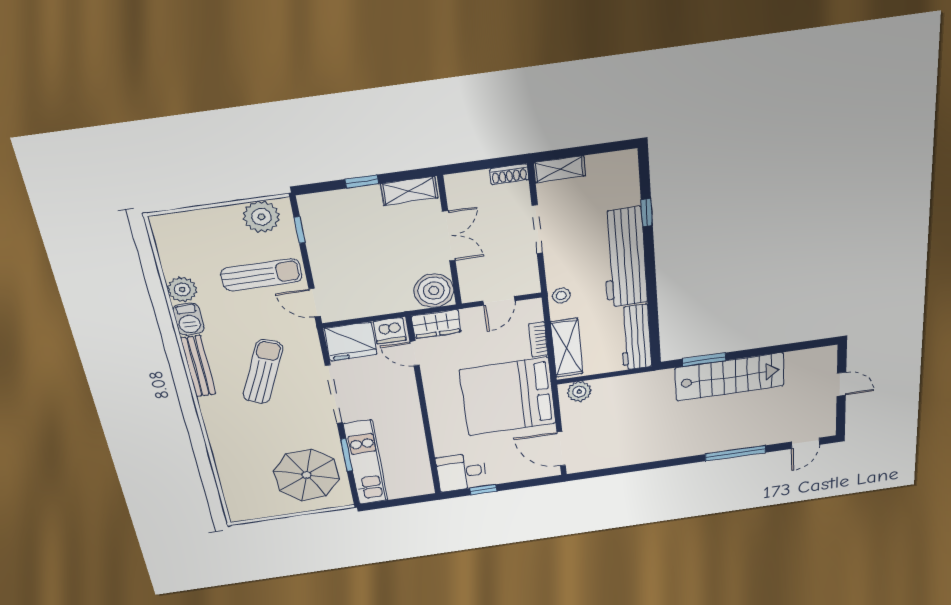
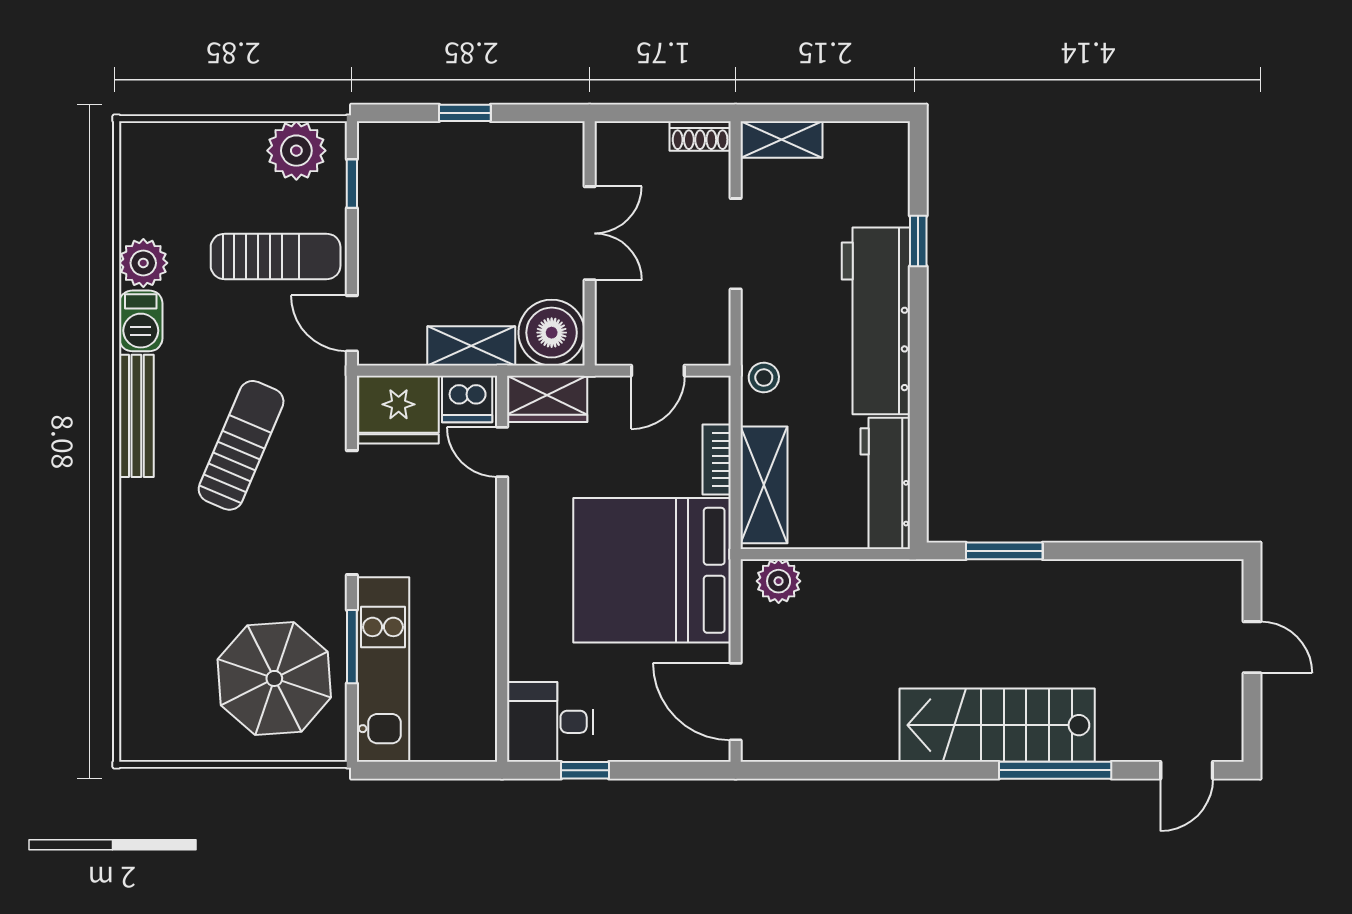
shelving: (409, 191) -> (471, 346), moved
stairs: (730, 377) -> (997, 725), moved, turned 180

